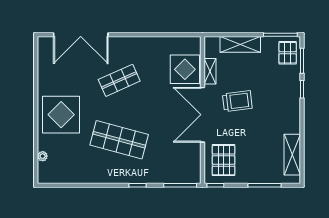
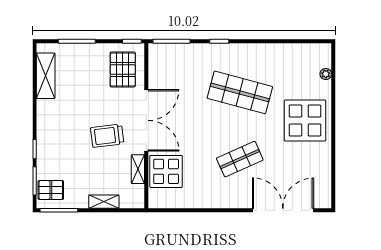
shelving: (240, 44) -> (104, 202), width x0.67, depth x0.75
pallet: (288, 53) -> (51, 190), turned 90

